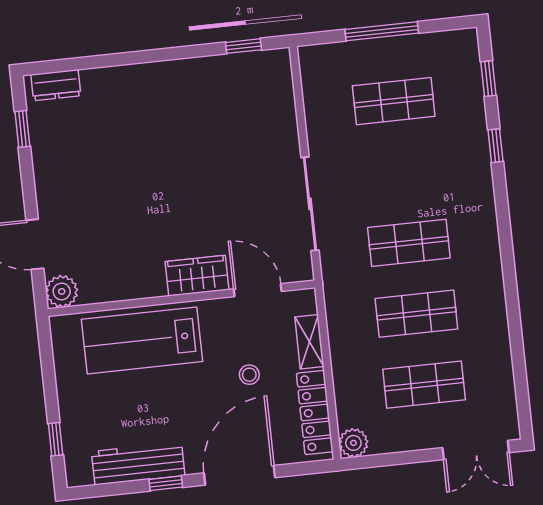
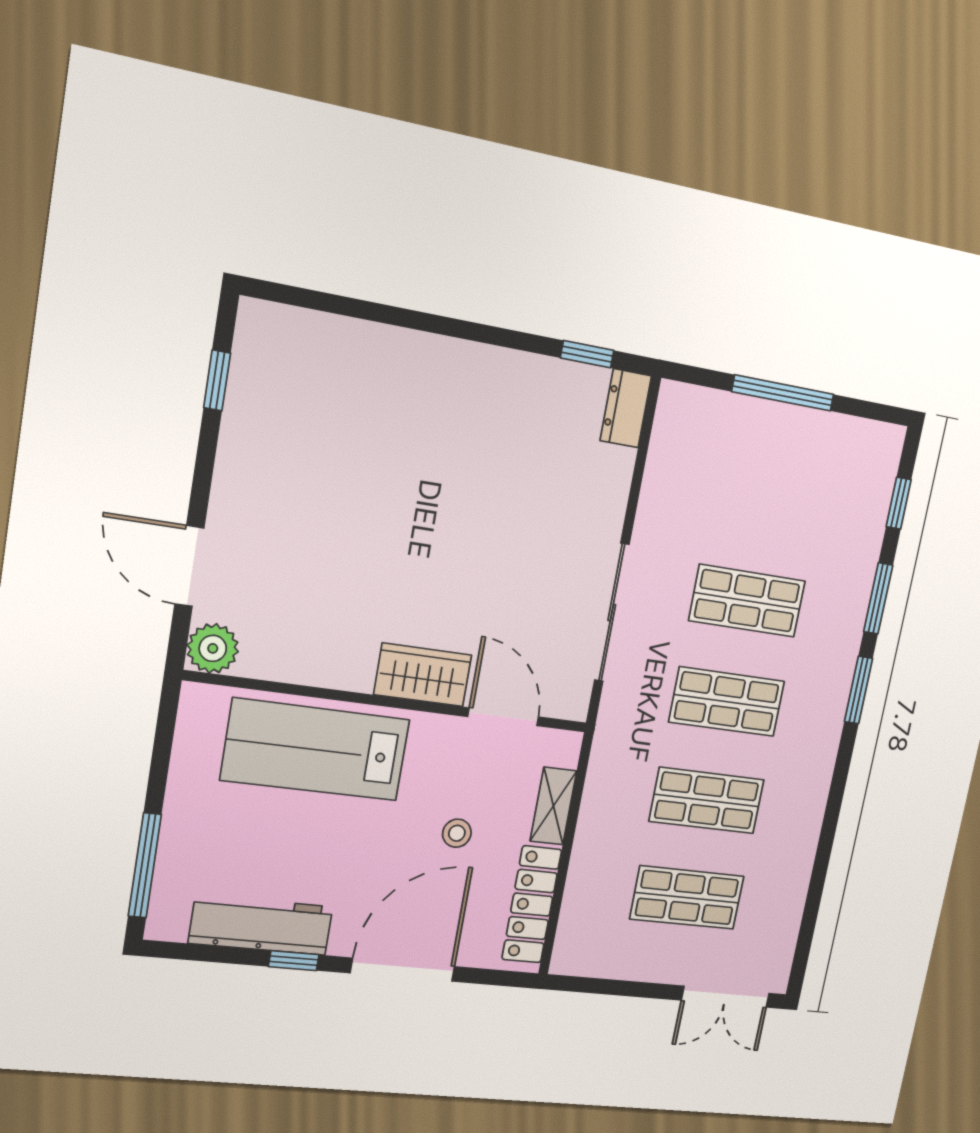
dresser: (56, 85) -> (626, 408), moved, turned 90
shop shelf: (394, 101) -> (747, 601), moved
window: (496, 146) -> (878, 598), width x1.50
window: (503, 212) -> (858, 690), added
window: (56, 439) -> (145, 865), width x2.17
plant: (353, 443) -> (571, 956), removed

